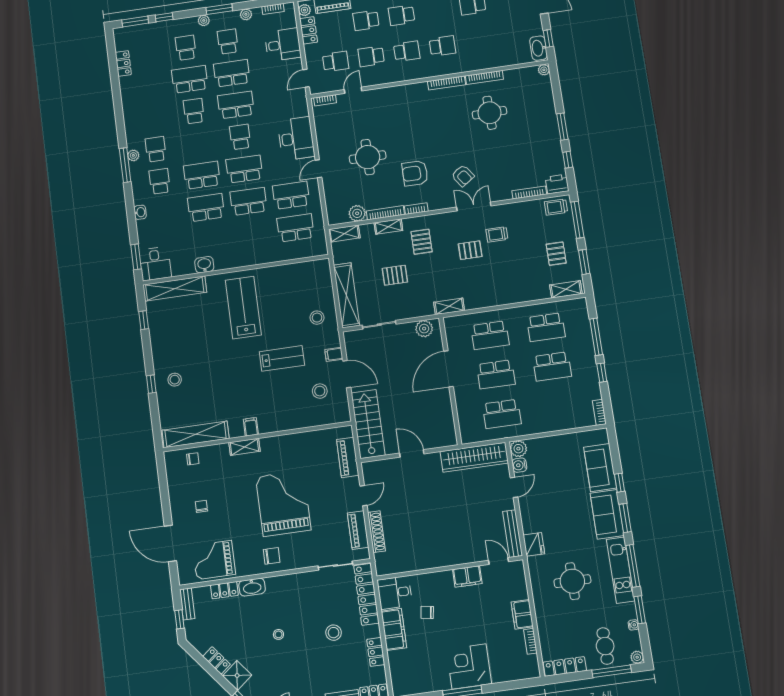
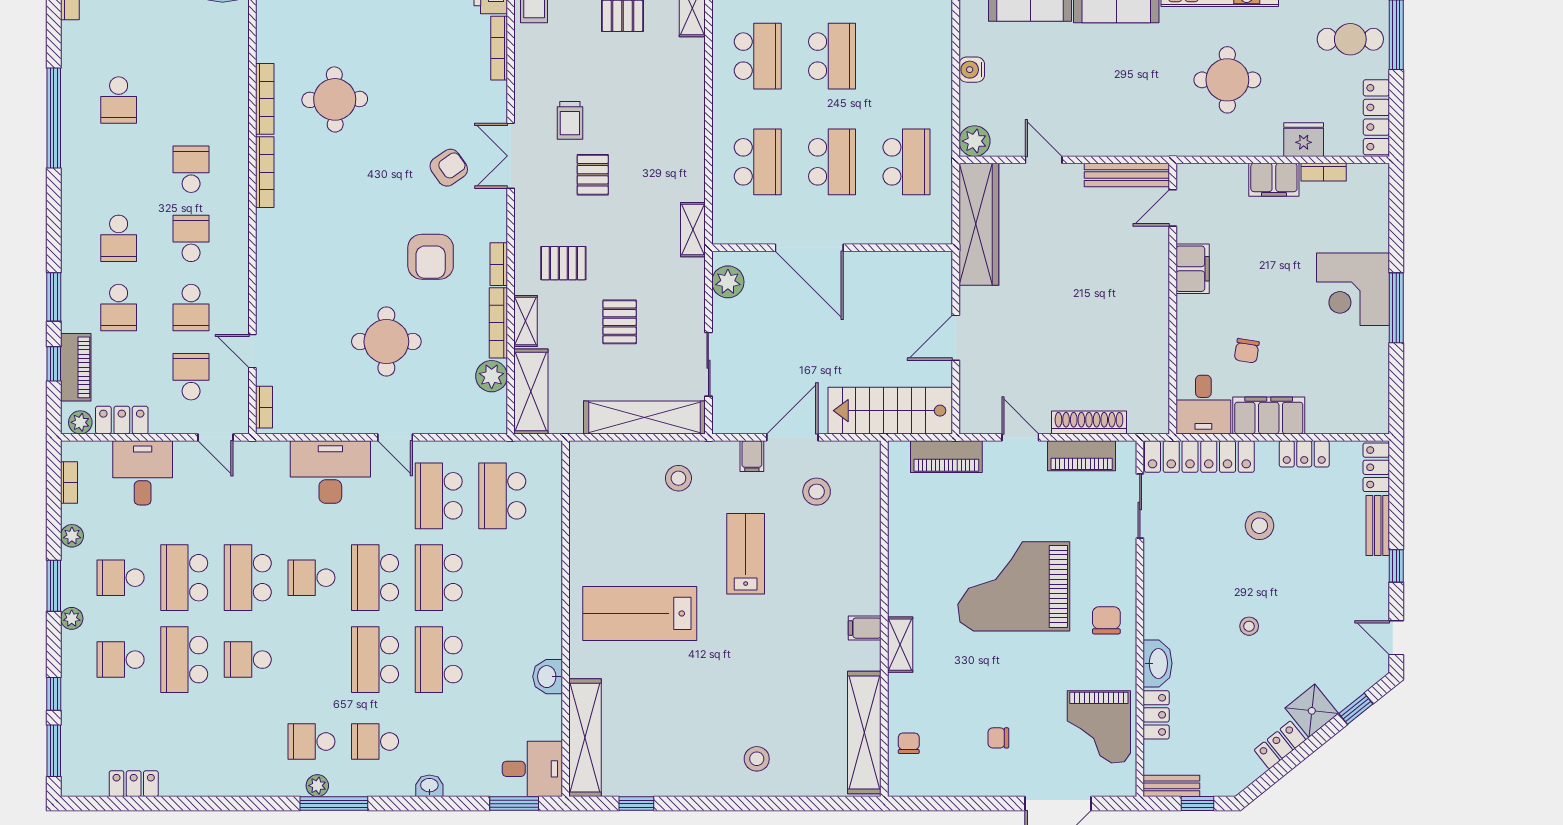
shelving: (344, 234) -> (531, 391), width x1.50, depth x1.33
window: (151, 384) -> (759, 804), removed
water cooler: (519, 465) -> (972, 70), moved, turned 90
fridge: (534, 544) -> (1304, 140), moved

